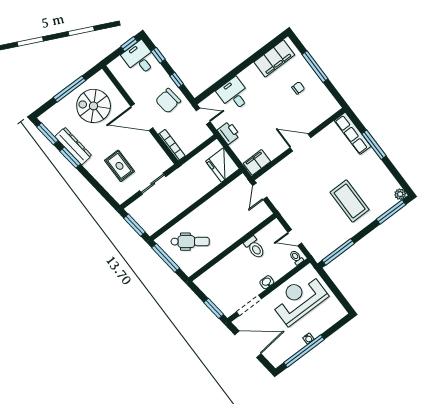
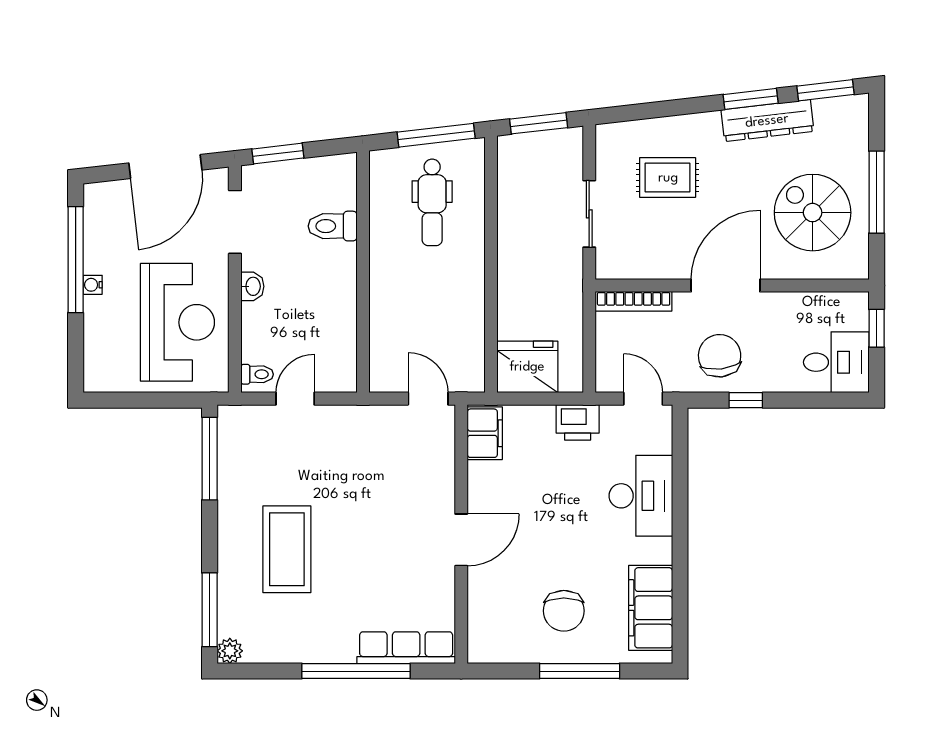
window: (129, 44) -> (877, 328), moved
window: (158, 55) -> (816, 400), removed
chair: (298, 88) -> (564, 611), width x1.87, depth x1.87
desk: (234, 94) -> (641, 496), width x1.37
spiral stairs: (94, 106) -> (813, 213), turned -90
door: (203, 116) -> (643, 399), swing flipped
window: (374, 145) -> (356, 671), width x1.46
coffee table: (350, 201) -> (287, 549), turned 90
dental chair: (190, 242) -> (432, 202), turned -37
toilet: (255, 248) -> (333, 226), moved

